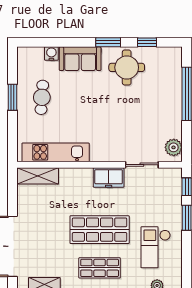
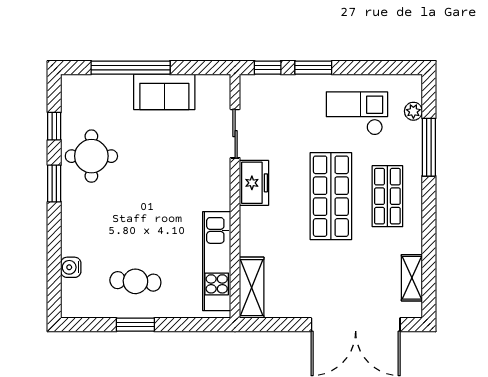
sofa: (80, 59) -> (164, 92), moved, turned 90
plant: (174, 147) -> (209, 87), removed
checkout: (156, 247) -> (357, 113), turned 180

